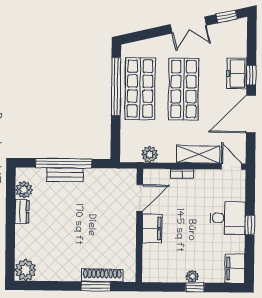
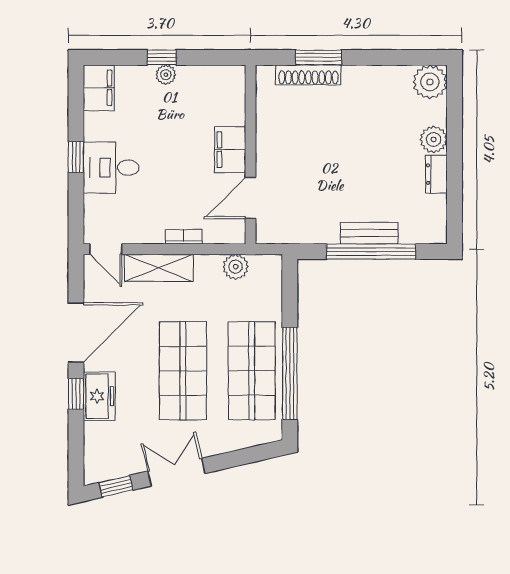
plant: (24, 190) -> (434, 139), moved

